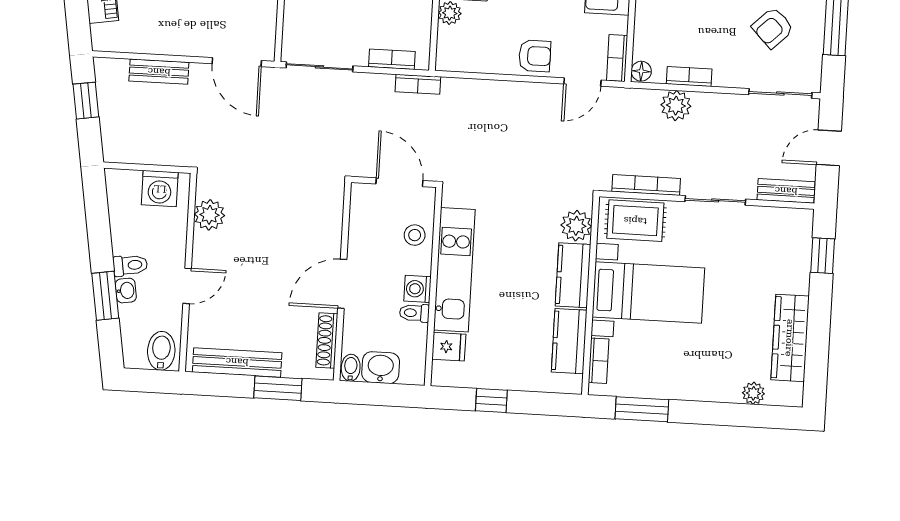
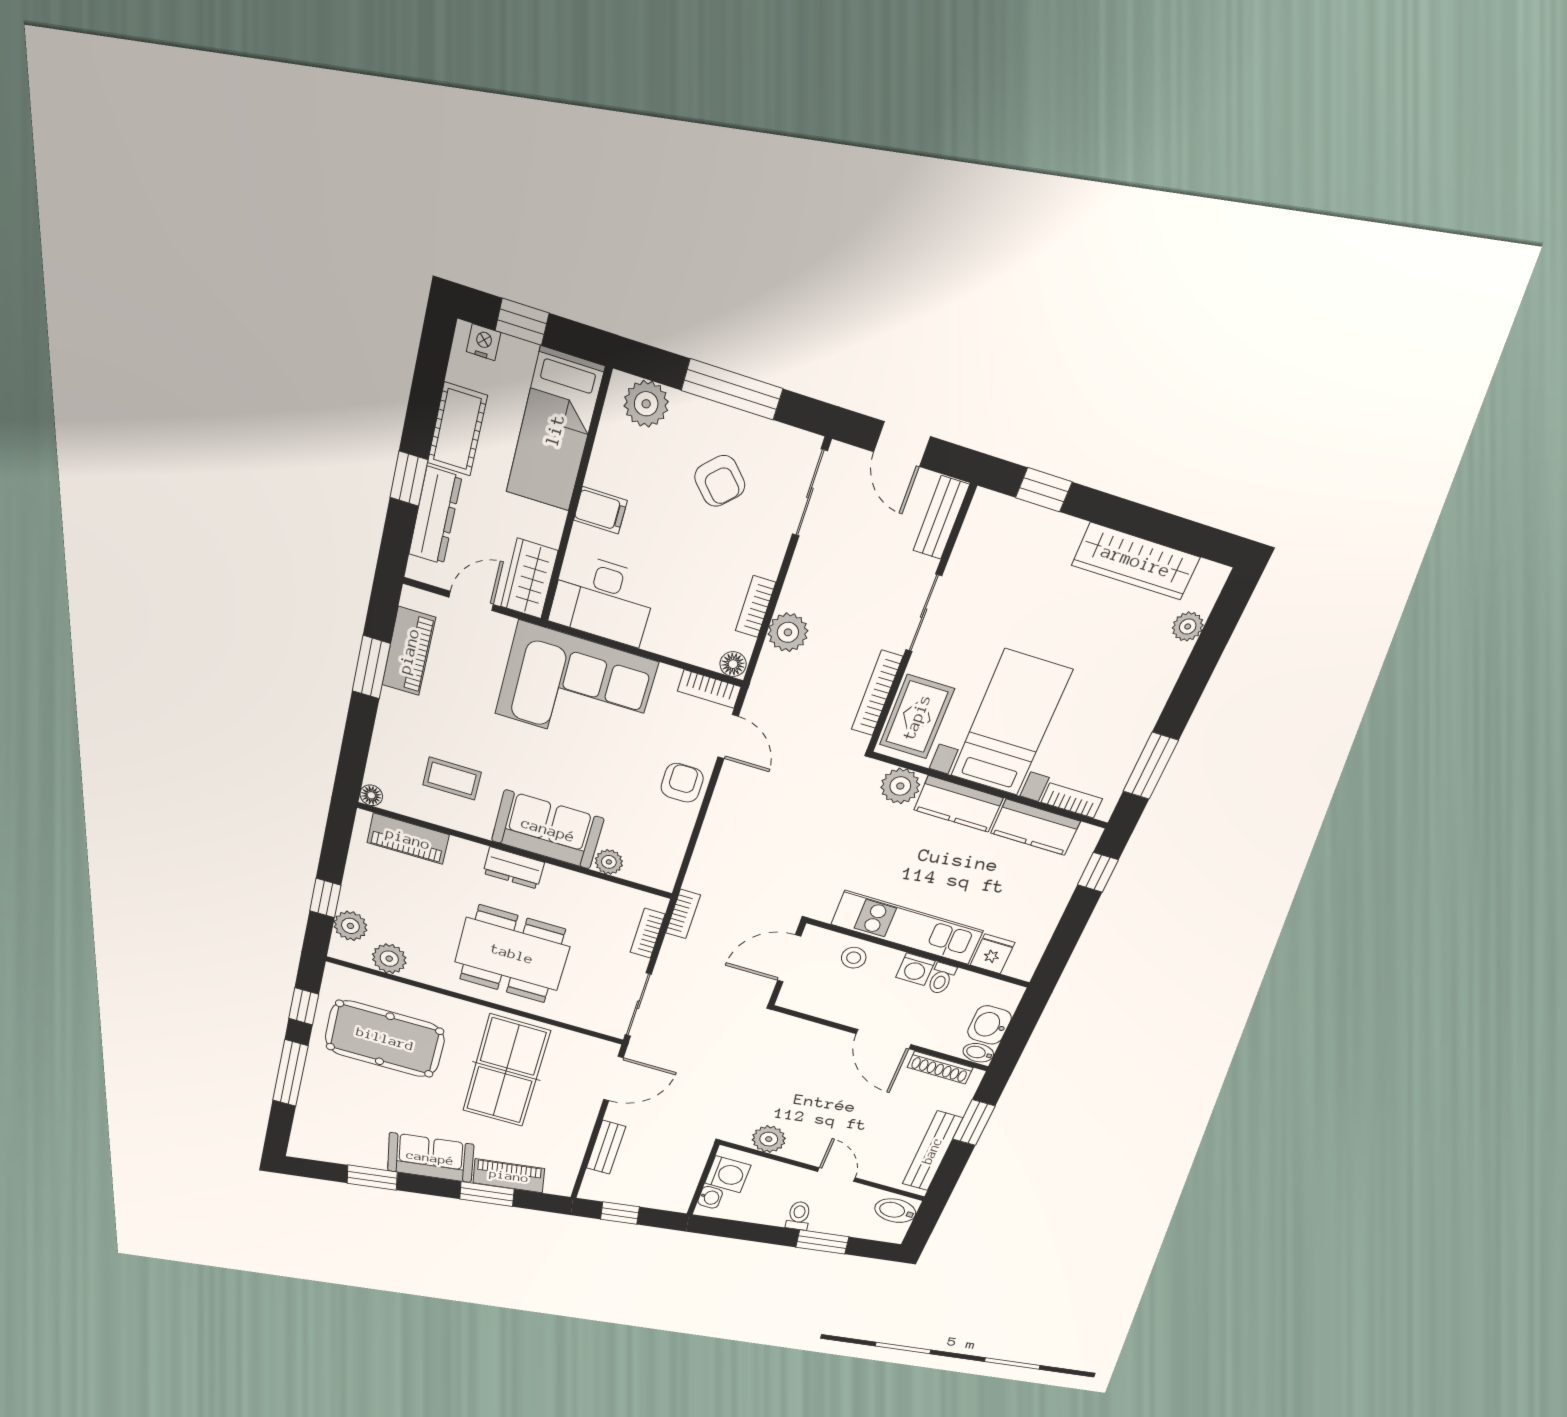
washbasin: (126, 291) -> (710, 1197), moved, turned 99
window: (491, 401) -> (1098, 872), moved

